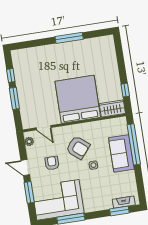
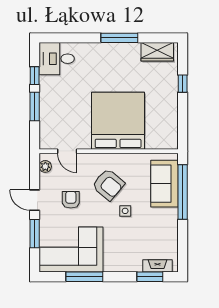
desk: (25, 60) -> (57, 59), added
window: (125, 90) -> (183, 84), moved
wardrobe: (112, 108) -> (157, 52), moved, turned 180
sofa: (121, 153) -> (164, 184), moved

